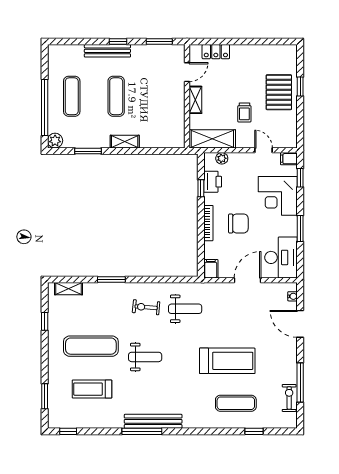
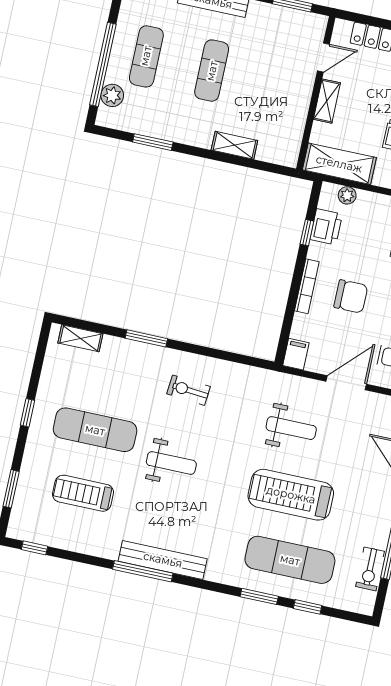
plant: (55, 141) -> (112, 95), moved
shelving: (125, 142) -> (234, 145), moved
weight bench: (185, 309) -> (291, 428), moved
window: (45, 321) -> (28, 413), moved
treadmill: (227, 361) -> (291, 495), turned 180
exercise bike: (289, 398) -> (370, 569), turned 180
exercise mat: (236, 403) -> (290, 560), width x1.36, depth x1.45
window: (221, 431) -> (259, 596), added

